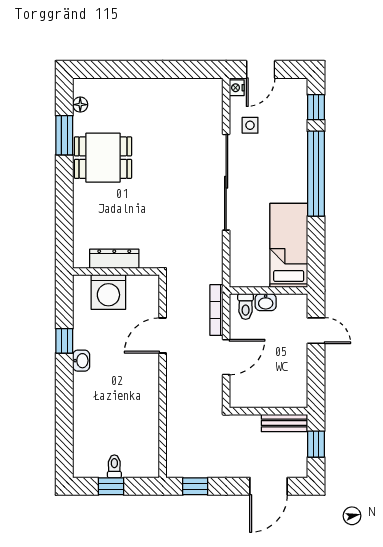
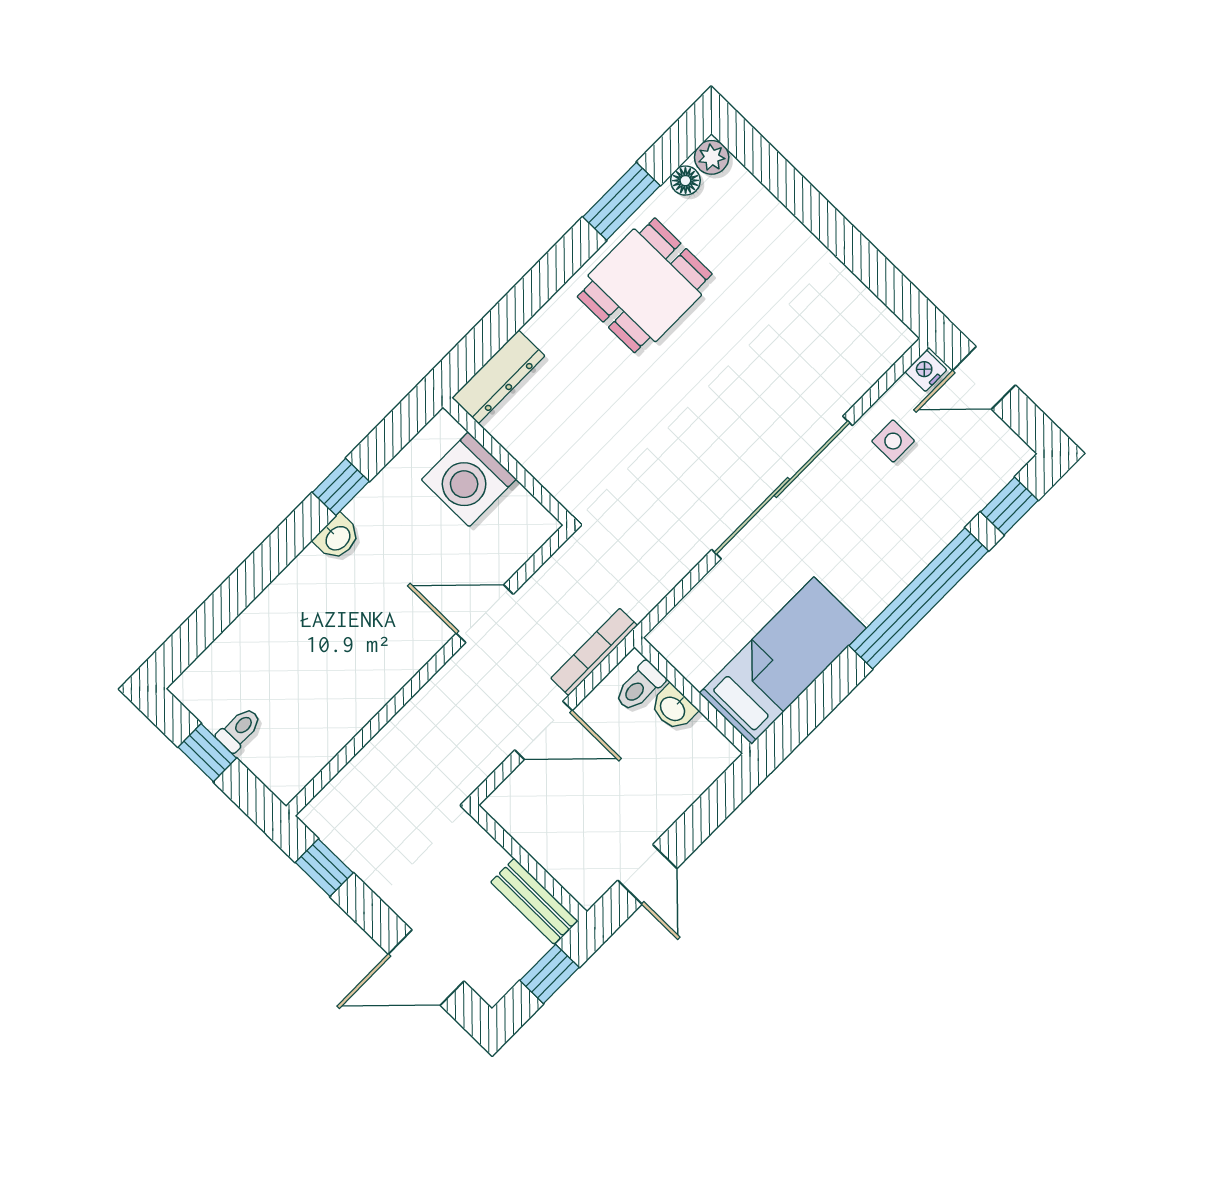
plant: (81, 87) -> (712, 157), added
dining table: (103, 158) -> (645, 285), turned 90
dresser: (114, 259) -> (498, 377), moved, turned 90
door: (316, 331) -> (647, 874), moved

